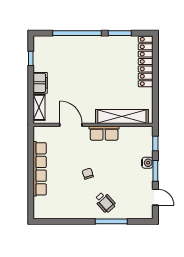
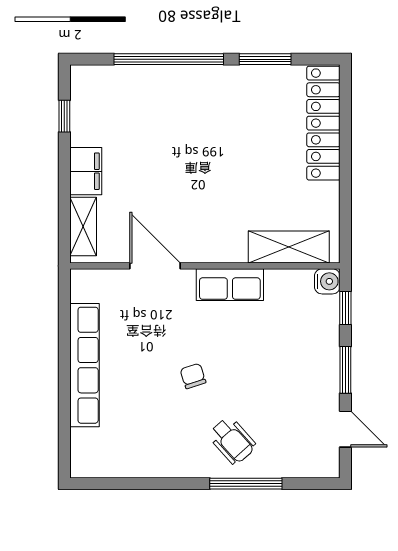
shelving: (122, 116) -> (289, 247), width x0.68
water cooler: (147, 163) -> (327, 281), moved

